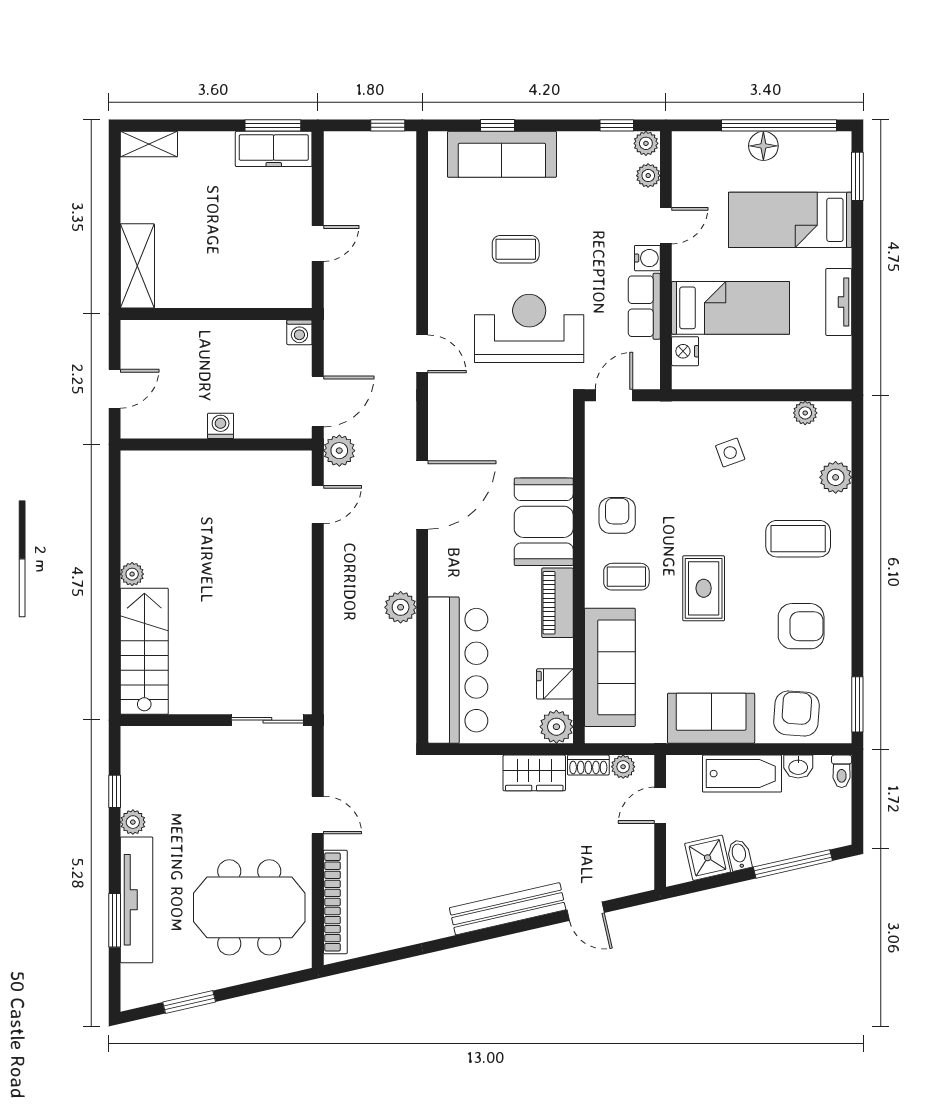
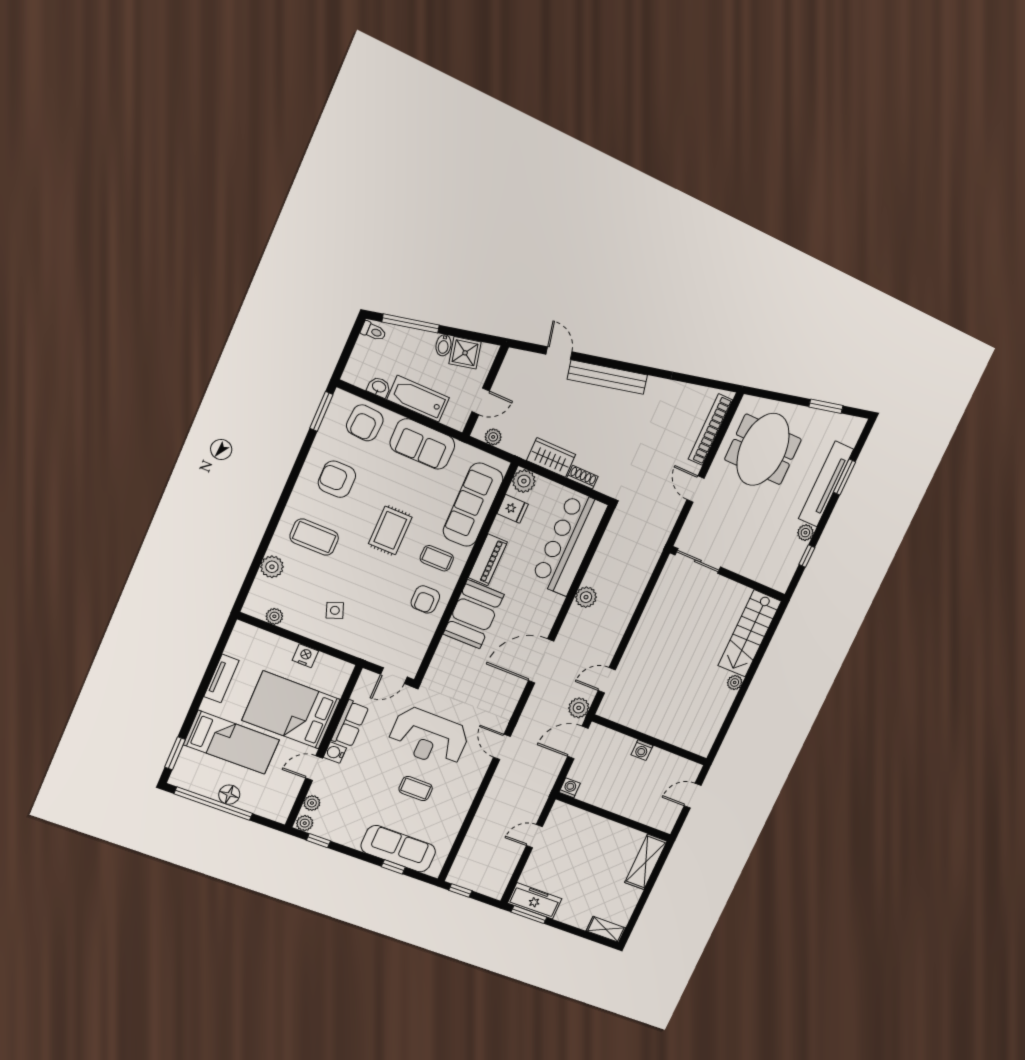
bed: (731, 308) -> (291, 710), width x1.50
nightstand: (685, 351) -> (305, 656), moved, turned -90
shoe rack: (588, 765) -> (582, 477), moved
toilet: (842, 771) -> (373, 331), moved, turned 90
meeting table: (249, 907) -> (763, 449), turned 90

